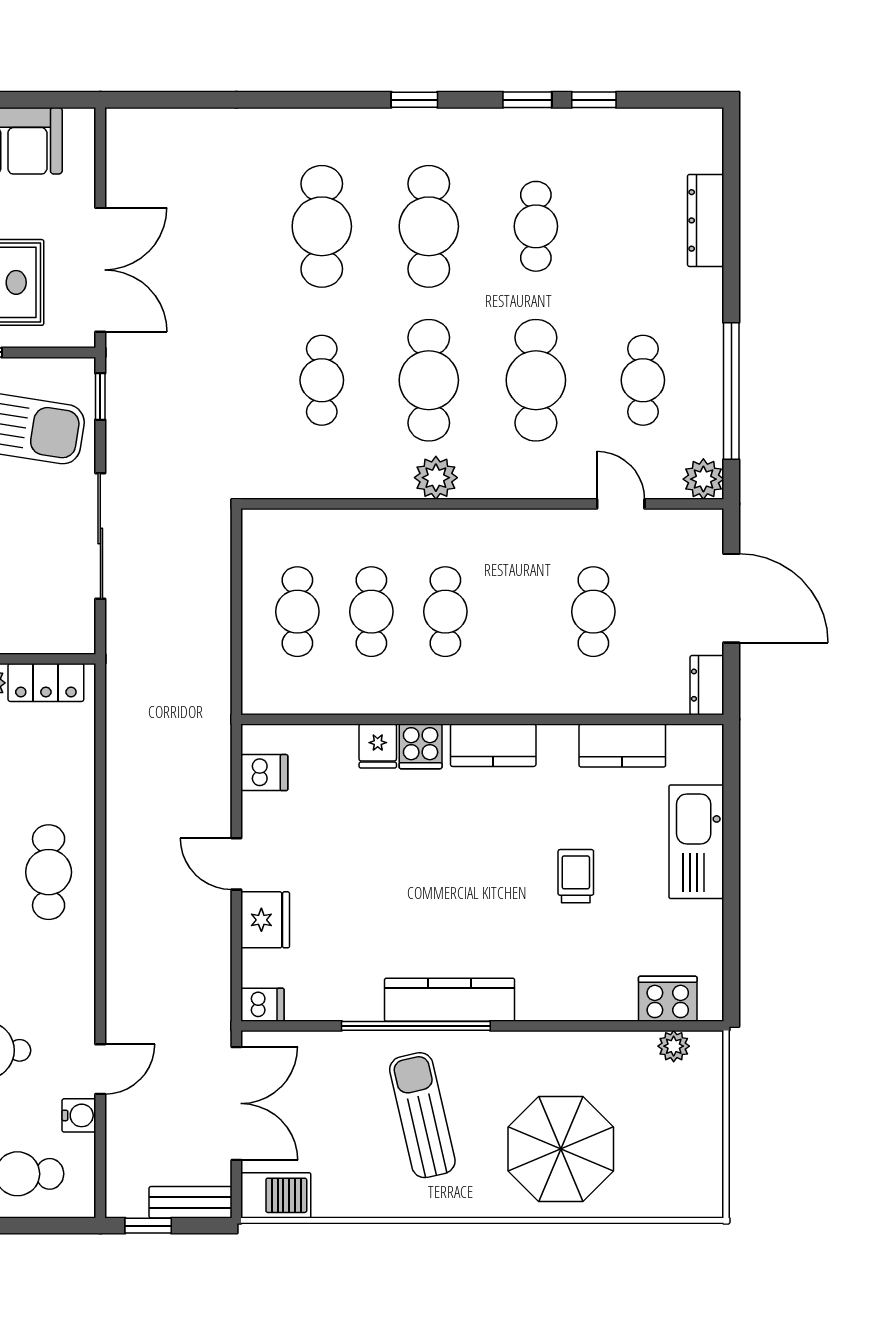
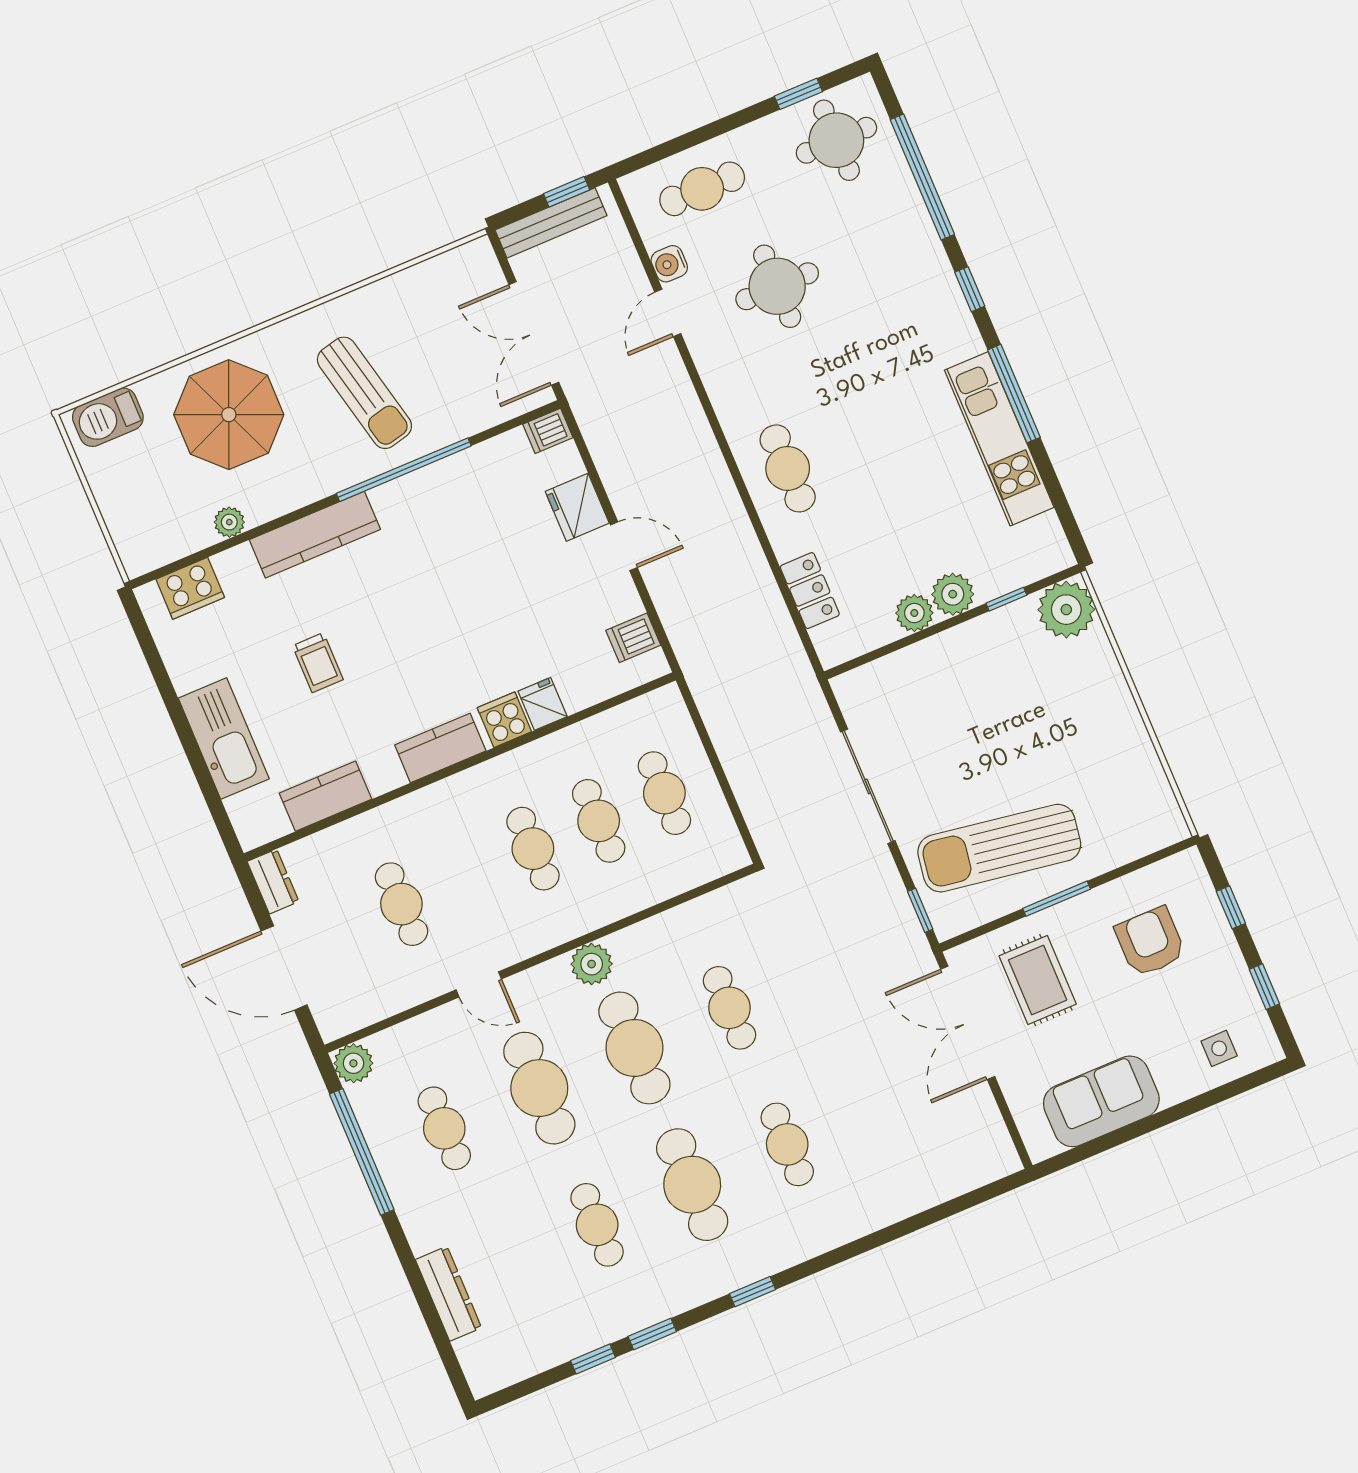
cafe table: (322, 226) -> (787, 1144), width x0.73, depth x0.74
door: (621, 504) -> (479, 984), moved
locker: (46, 682) -> (810, 591), moved, turned 90
kitchen counter: (450, 1000) -> (315, 535), moved
plant: (674, 1046) -> (229, 522), moved
barbecue: (276, 1195) -> (108, 417), moved
bench: (191, 1202) -> (551, 223), width x1.36

